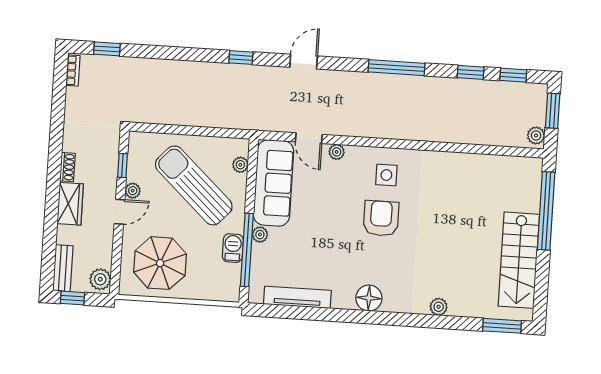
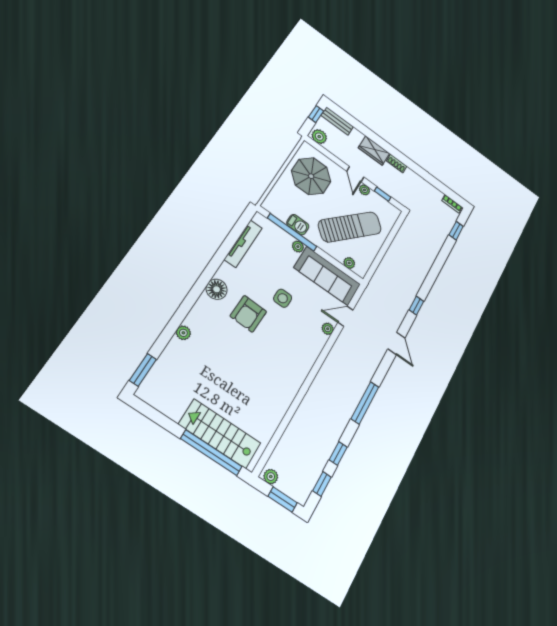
side table: (386, 175) -> (283, 298), moved
armchair: (381, 218) -> (248, 314), moved, turned 92
stairs: (519, 260) -> (220, 434), moved

